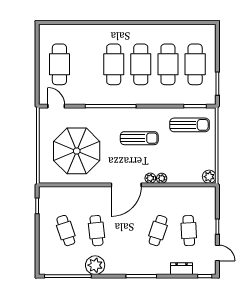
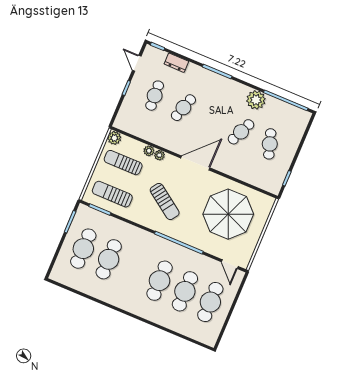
cafe table: (141, 64) -> (185, 291), moved
sun lounger: (139, 138) -> (165, 201), turned -145
sun lounger: (192, 158) -> (123, 163), added
plant: (150, 178) -> (149, 151), moved
cafe table: (97, 231) -> (241, 132), turned 30

